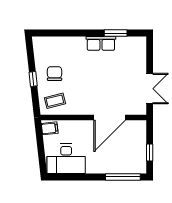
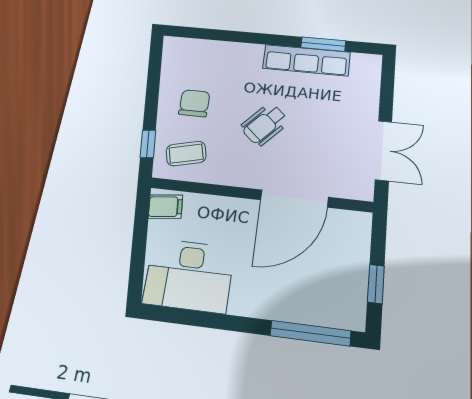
row of seats: (101, 43) -> (306, 60), width x1.48
window: (33, 79) -> (148, 144), moved
wheelchair: (91, 81) -> (265, 124), added

